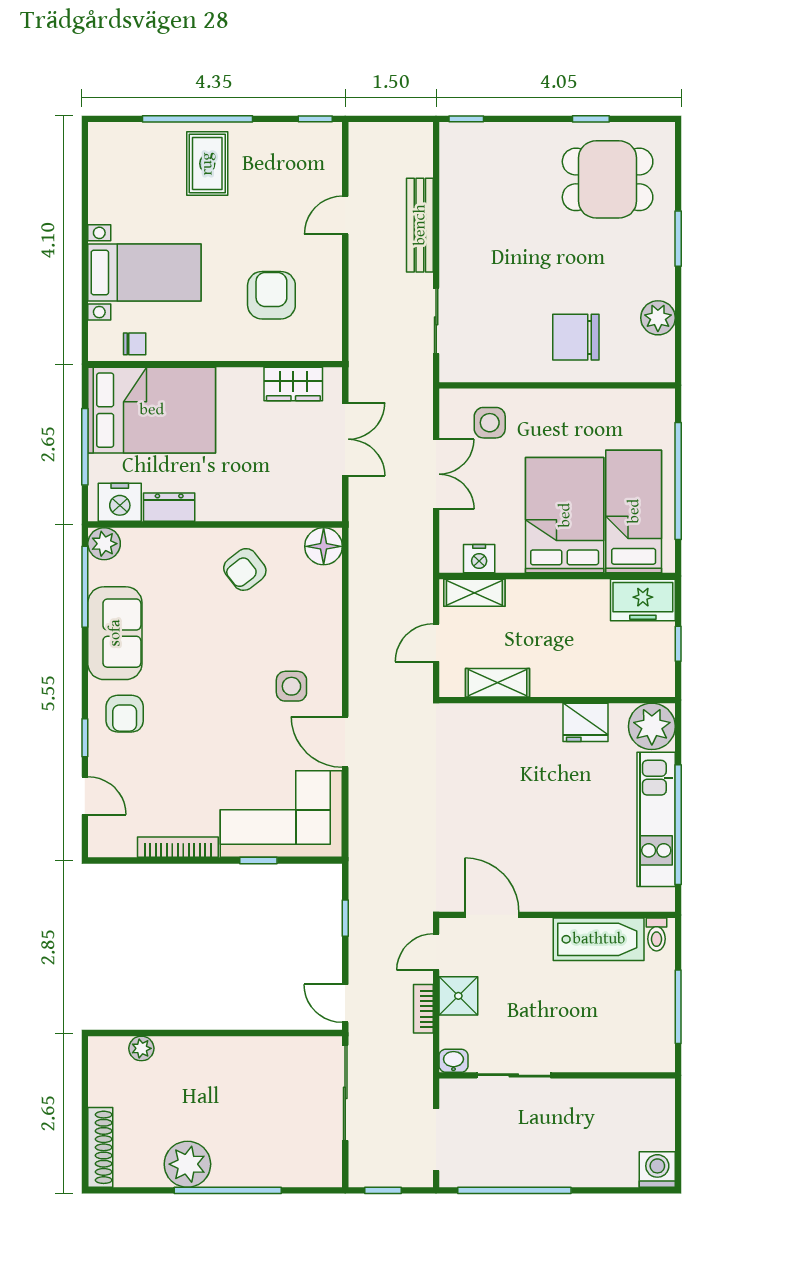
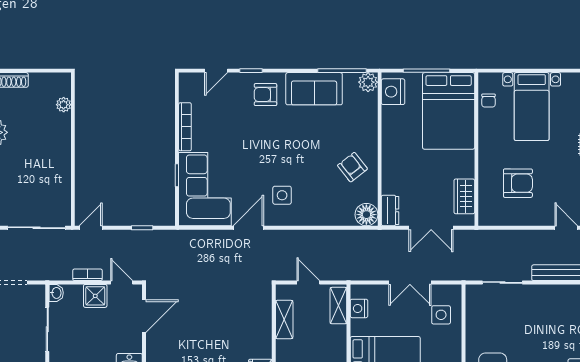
dresser: (169, 507) -> (390, 210), moved

